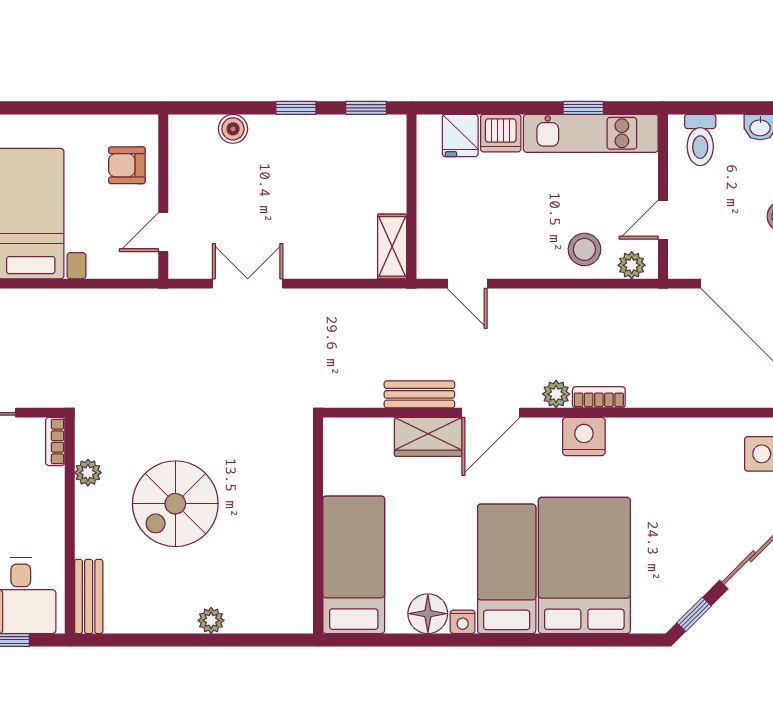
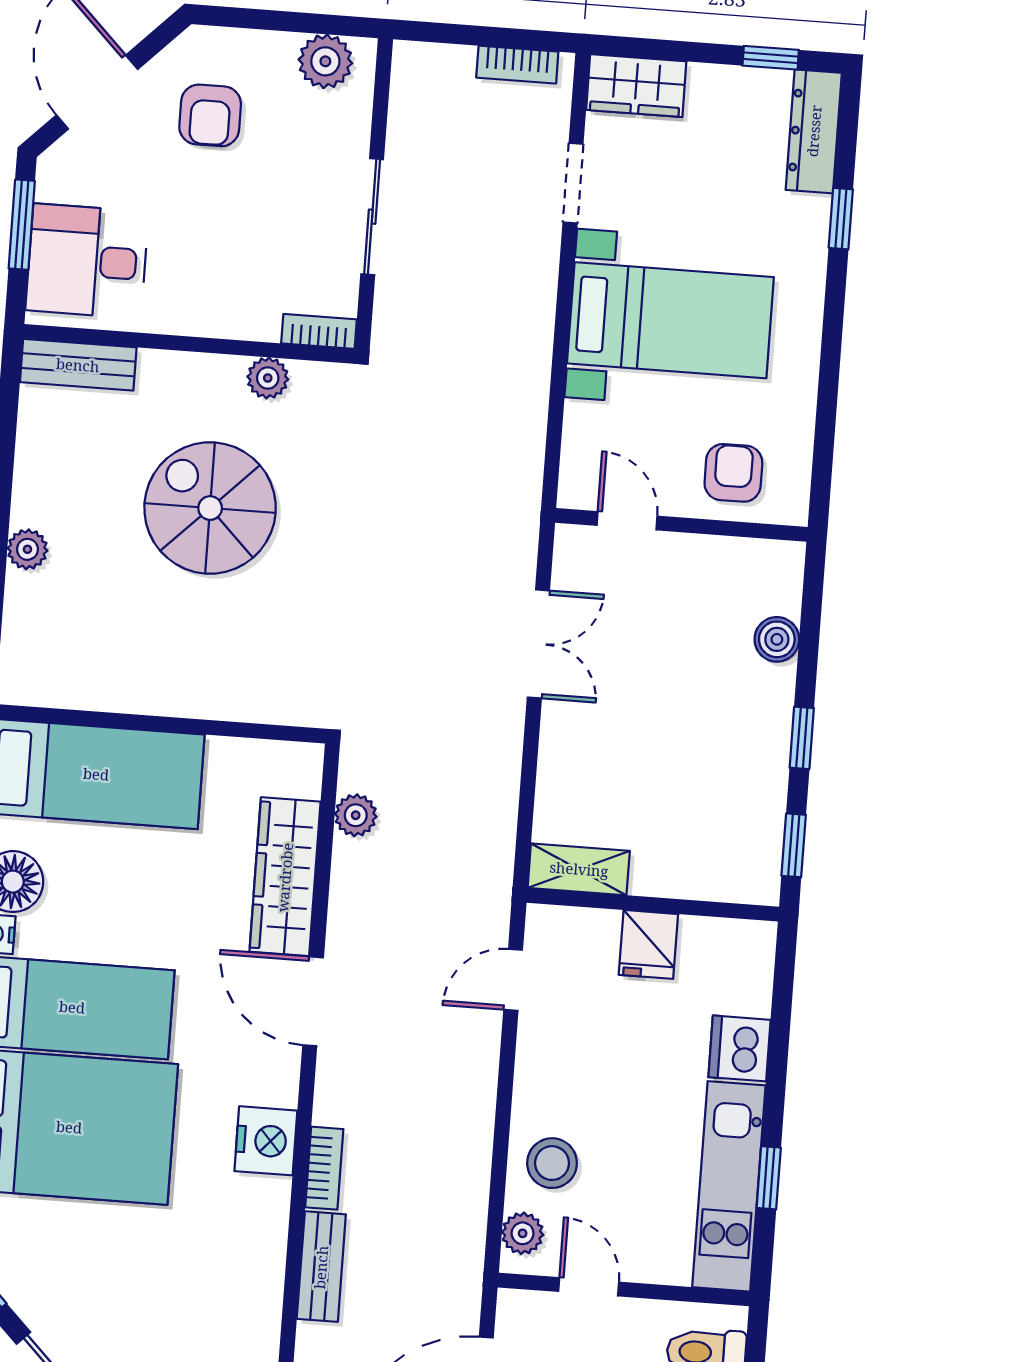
fridge: (460, 136) -> (648, 944), moved, turned -90
bench: (419, 394) -> (321, 1267), moved
plant: (556, 394) -> (356, 815), moved
wardrobe: (428, 437) -> (285, 877), width x1.50

